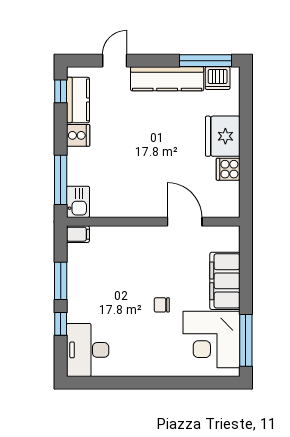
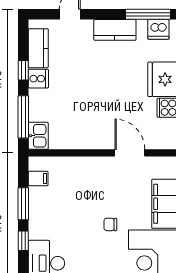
kitchen counter: (167, 79) -> (115, 30), width x0.67
window: (61, 91) -> (23, 70), moved
filing cabinet: (78, 234) -> (38, 178), moved

